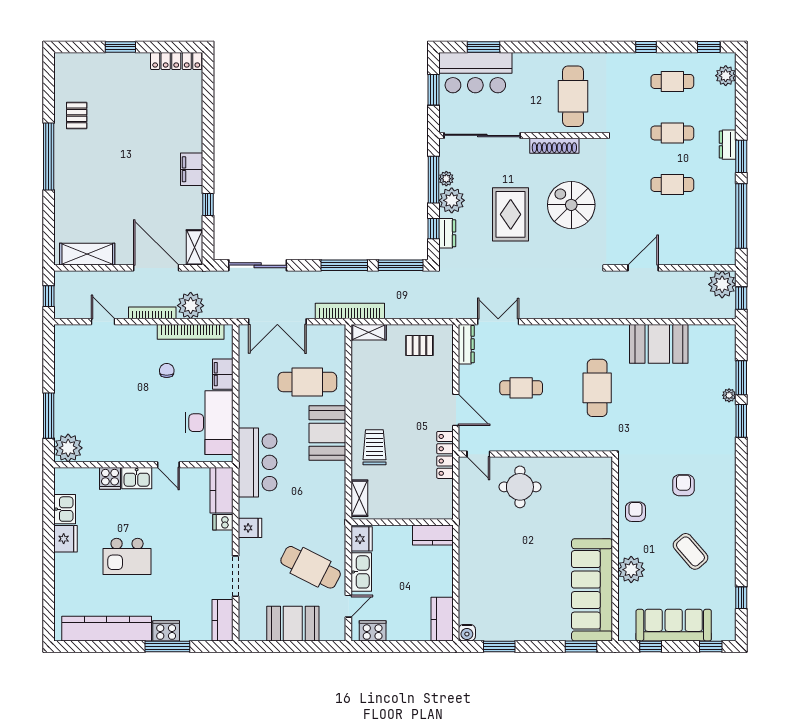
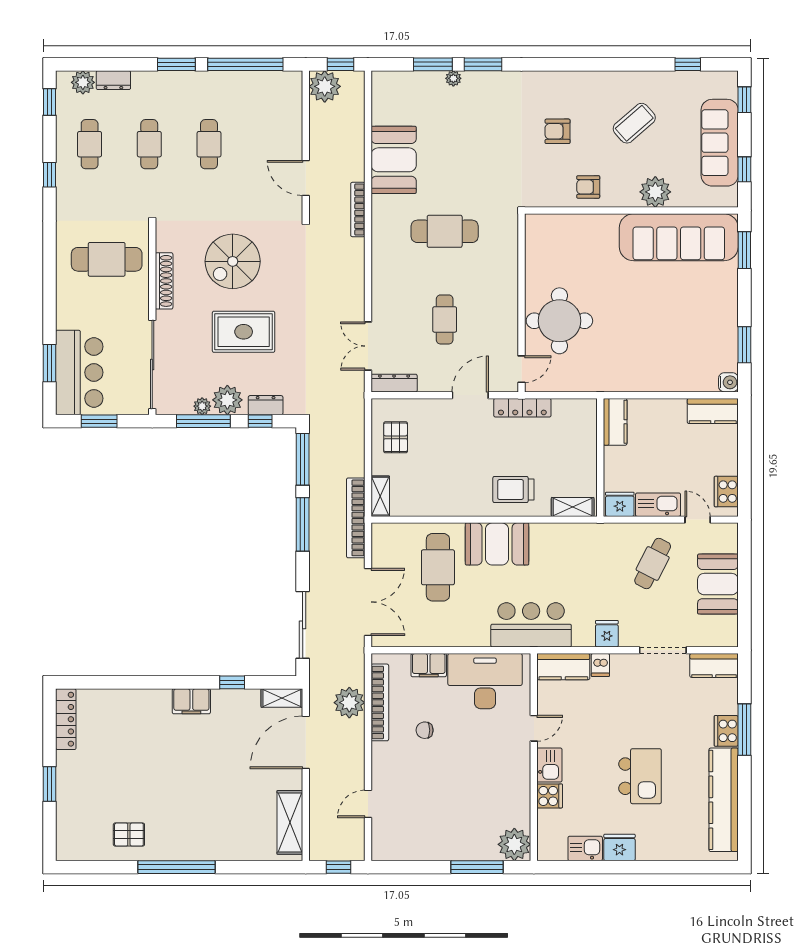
dresser: (728, 145) -> (113, 80), moved
bookcase: (152, 313) -> (358, 210), moved
round table: (520, 487) -> (559, 321), width x1.36, depth x1.36
cafe table: (311, 567) -> (653, 564), width x0.73, depth x0.74

